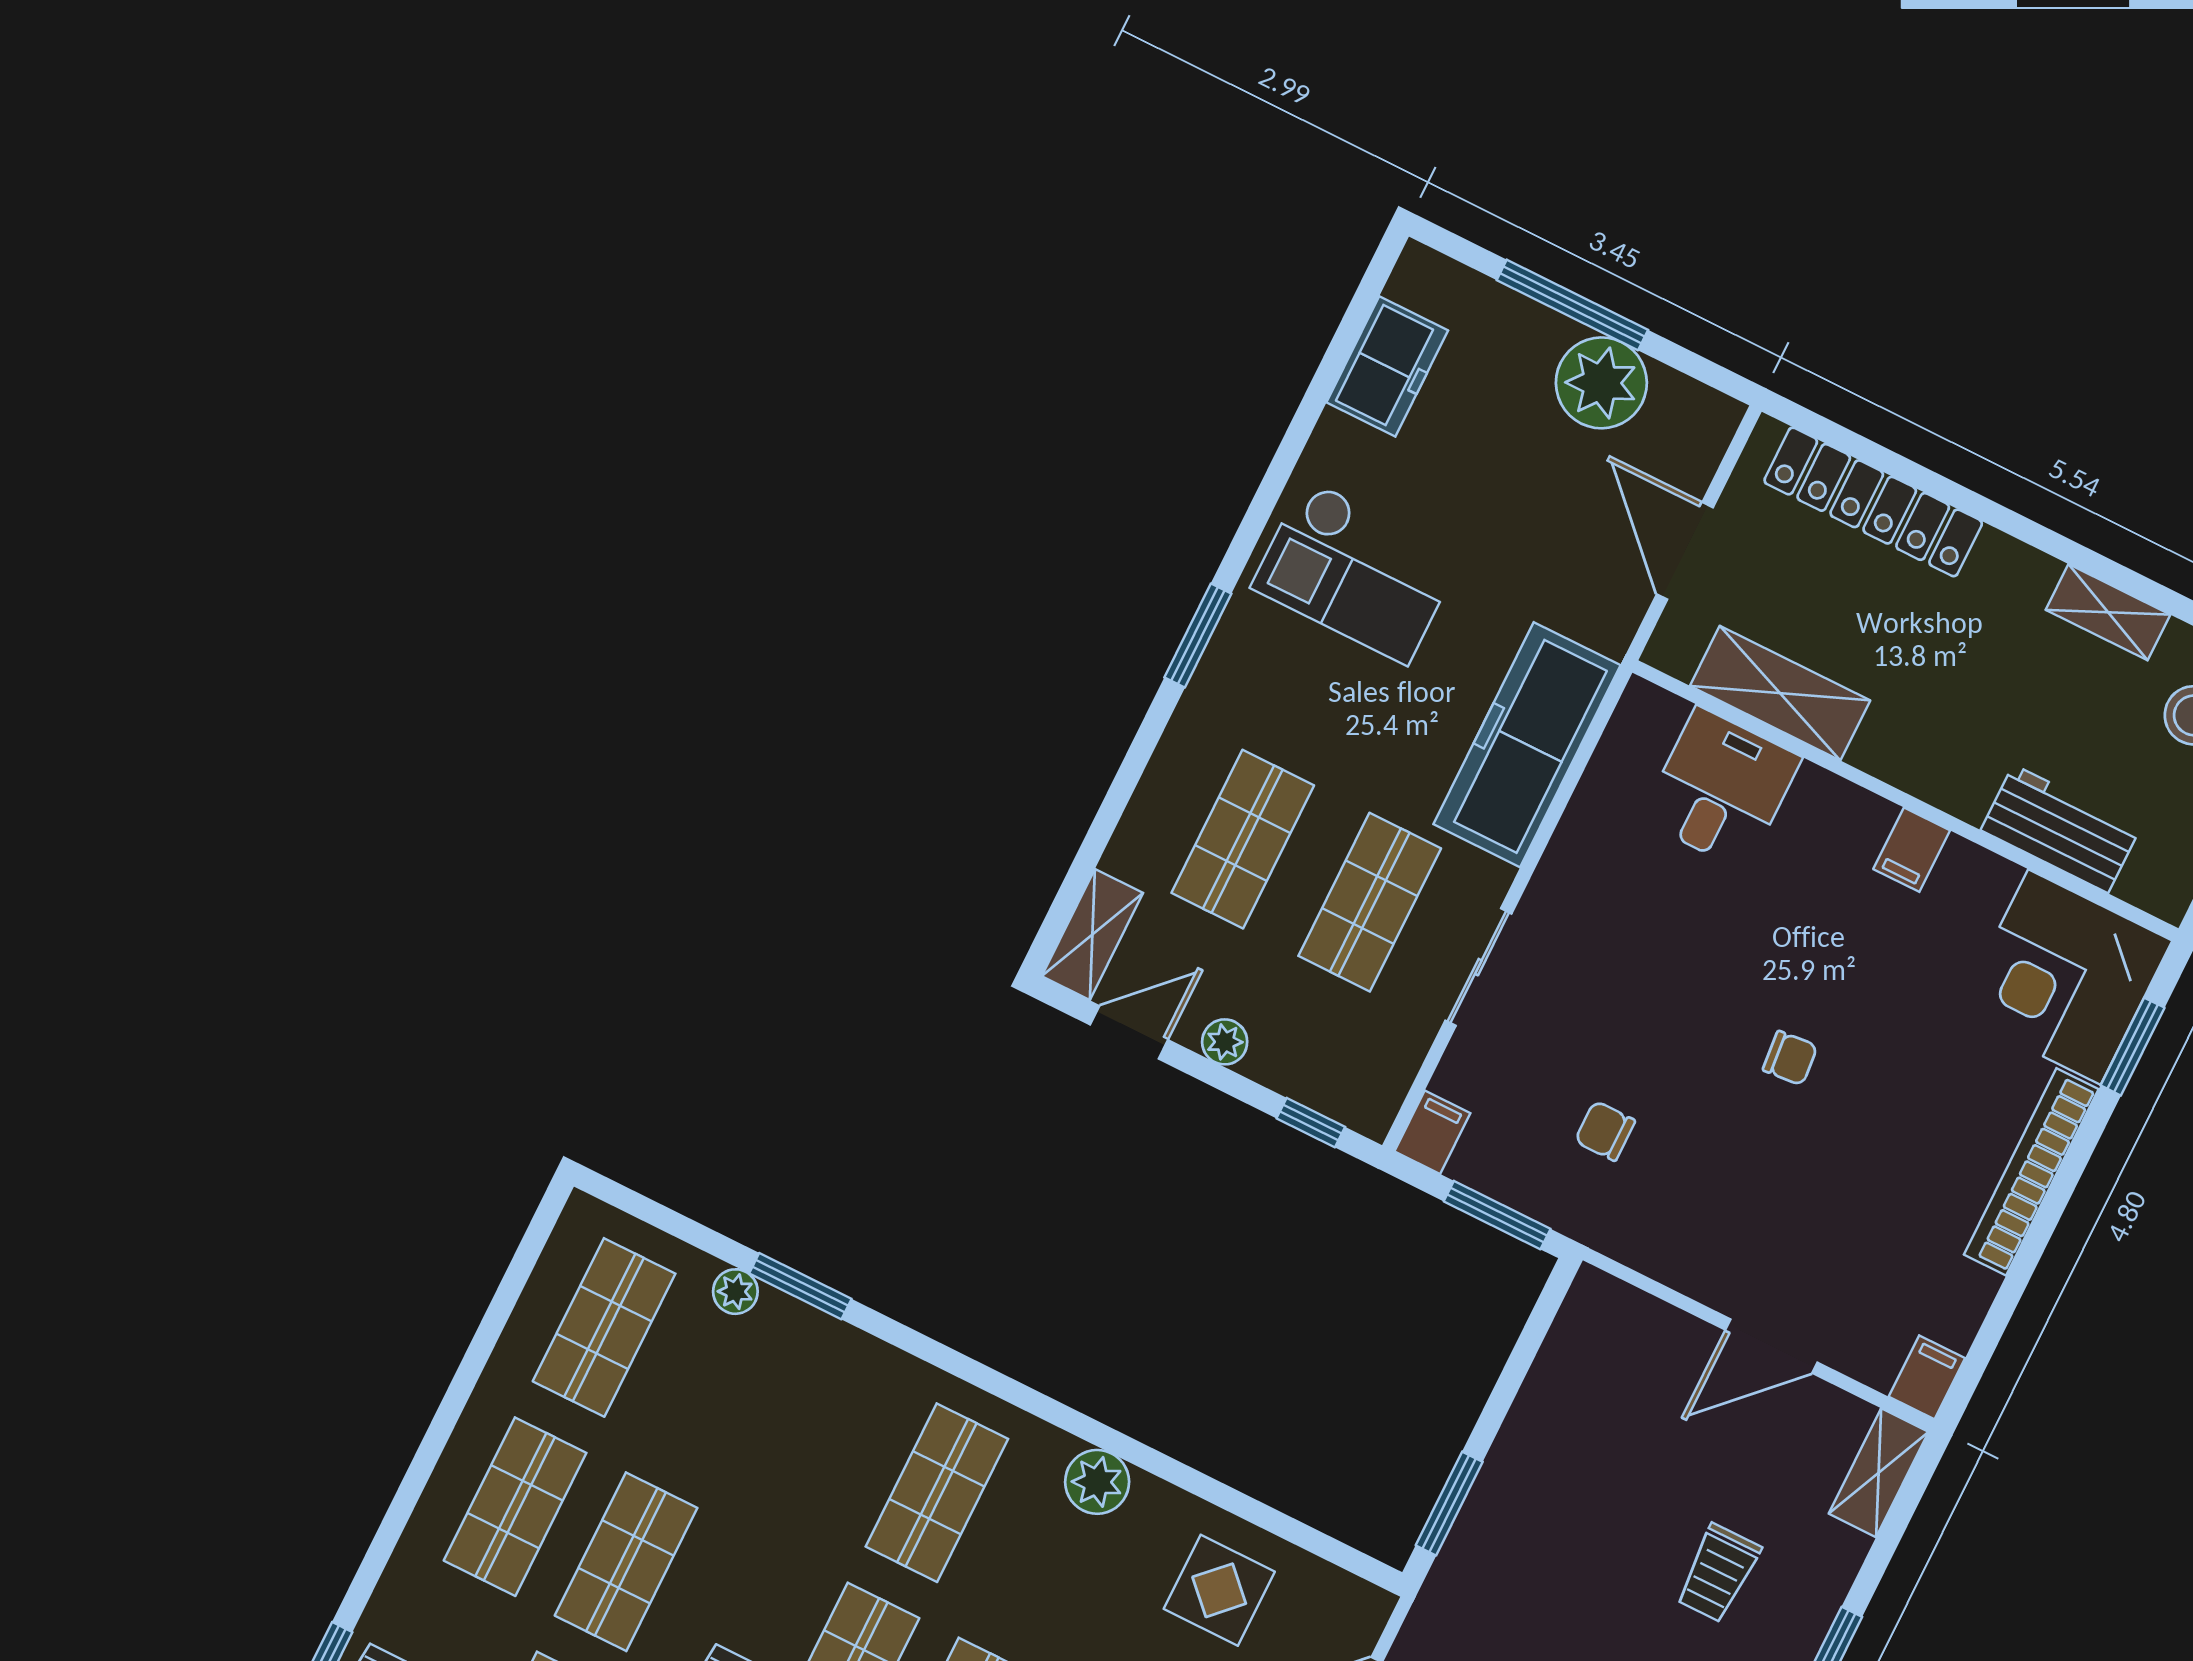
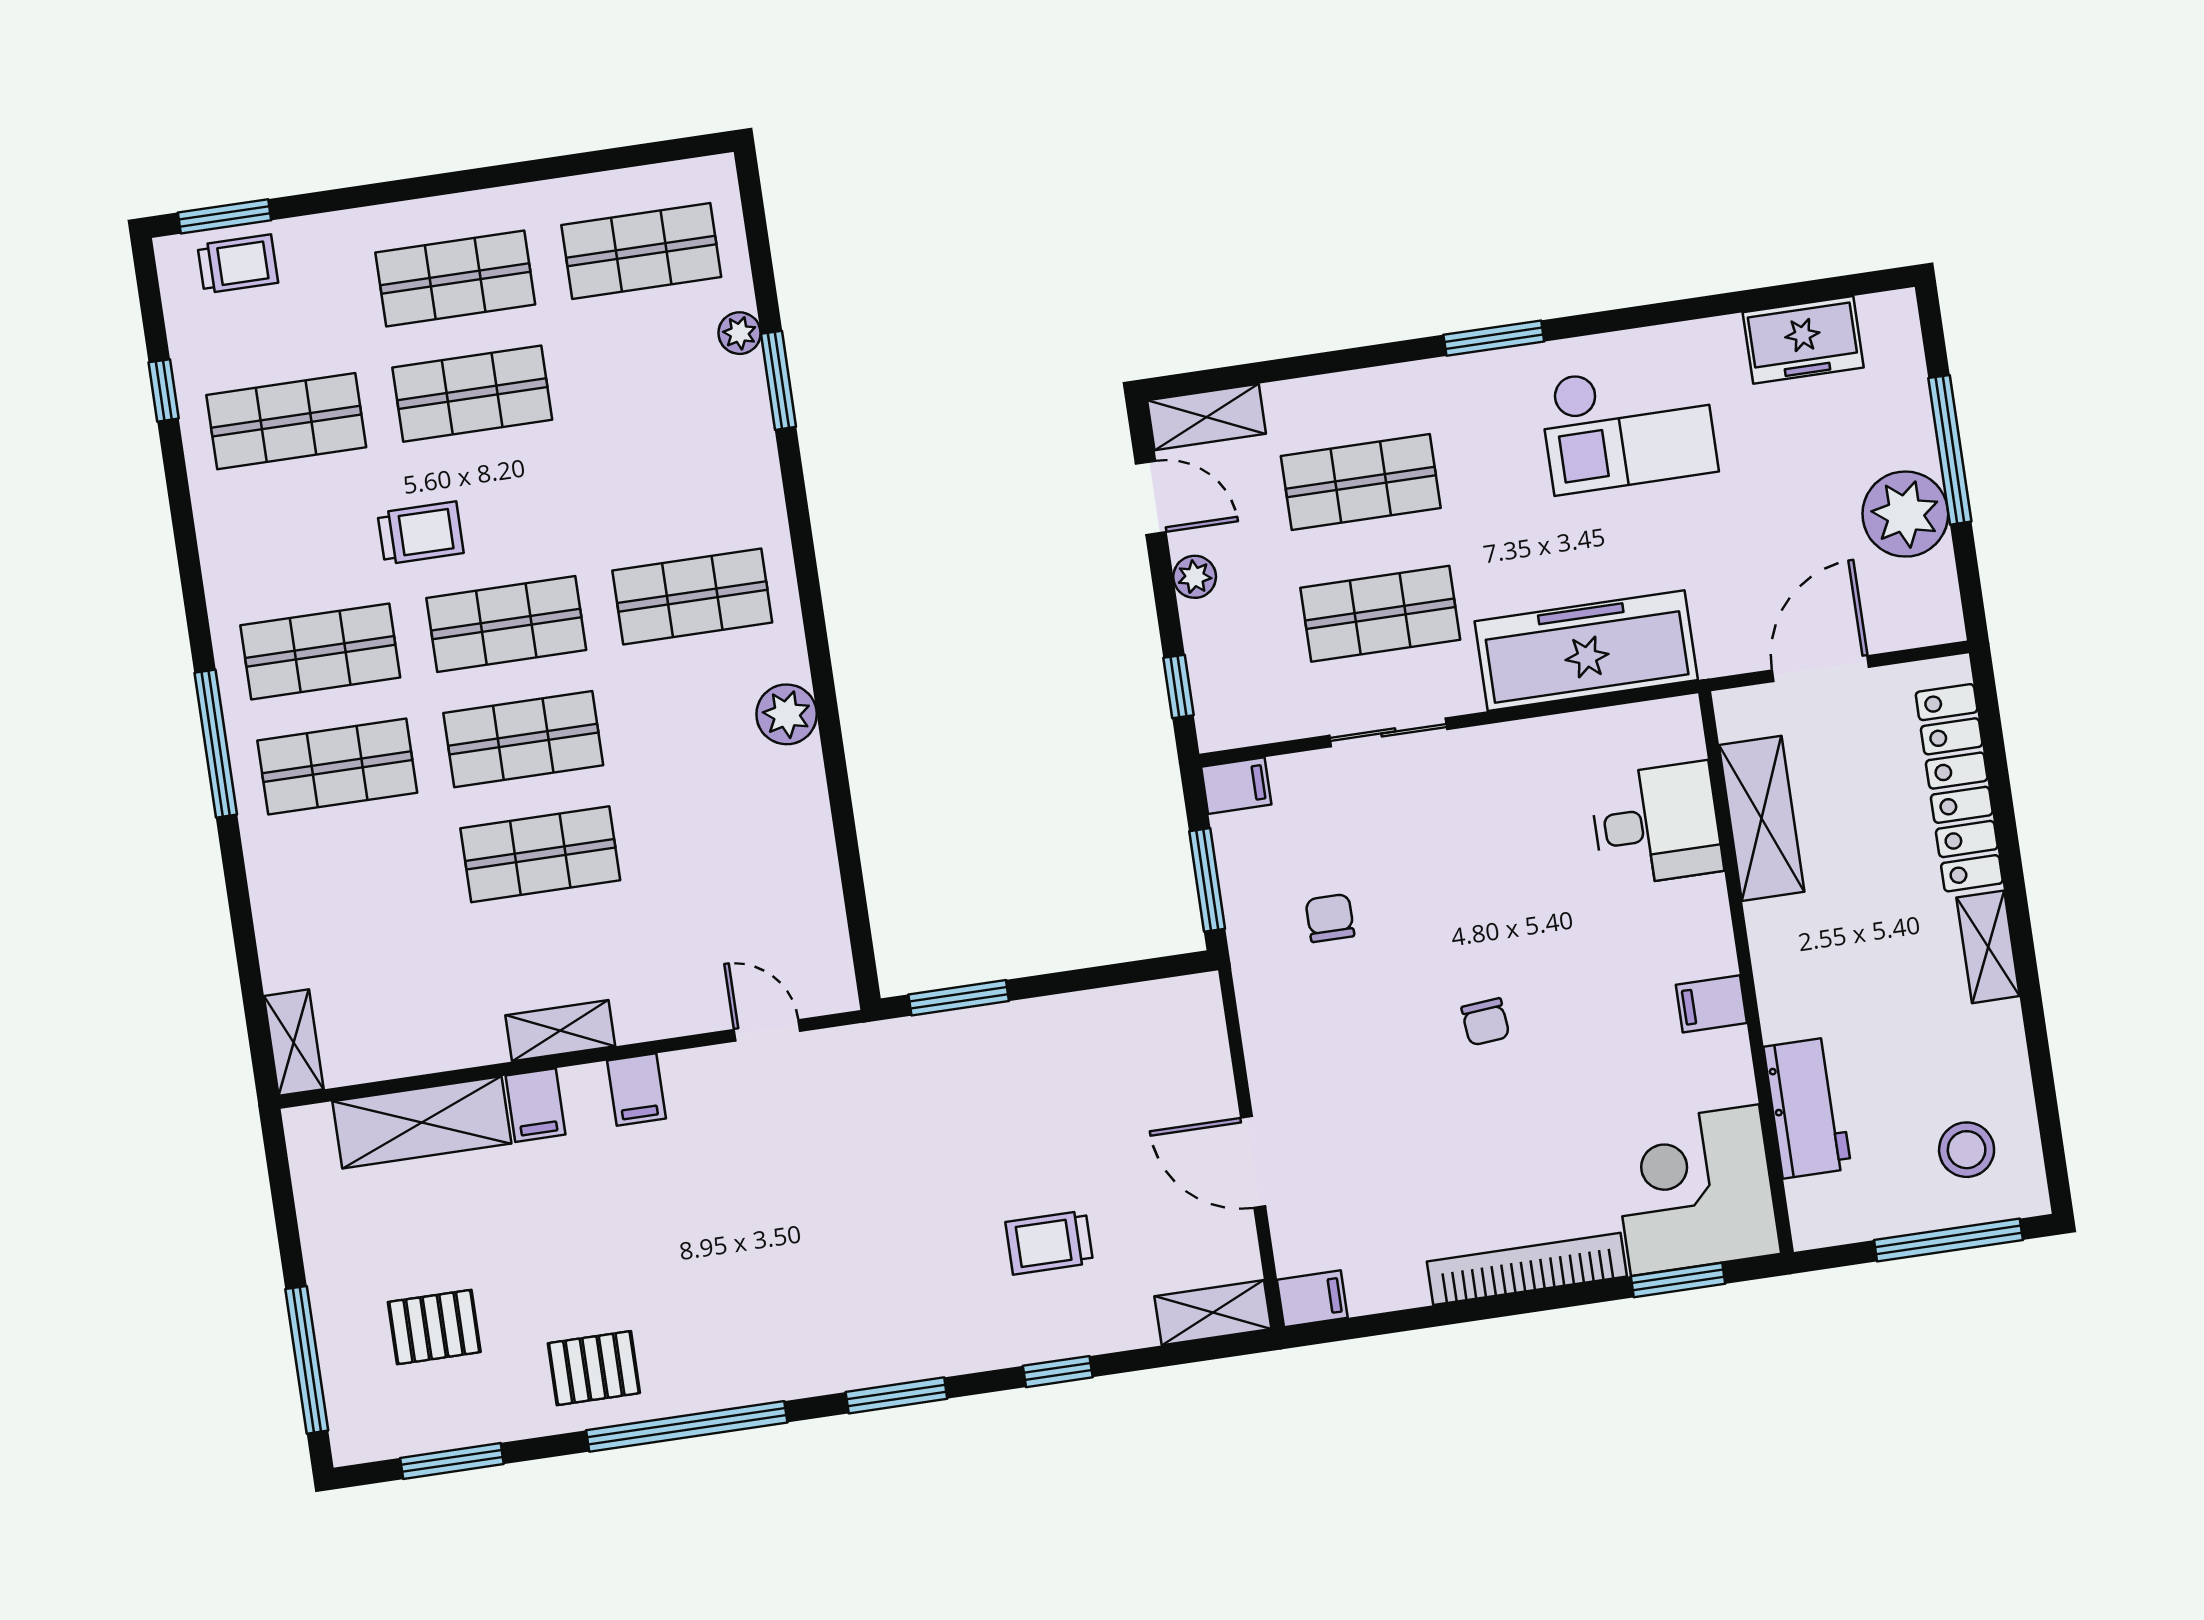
checkout: (1356, 572) -> (1628, 426), turned -90
shelving: (2108, 612) -> (1988, 947), moved
display table: (1219, 1590) -> (768, 867), removed

